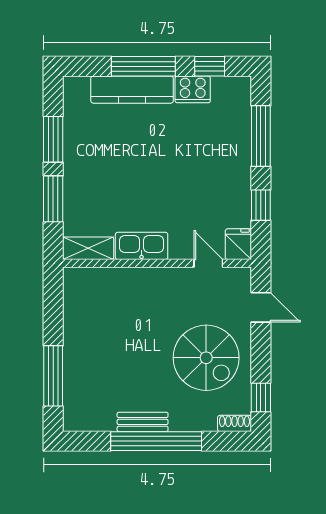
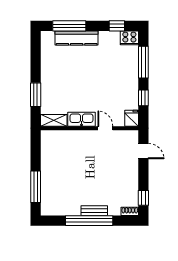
window: (143, 66) -> (69, 26), moved
cooker: (193, 89) -> (129, 38), moved
window: (53, 139) -> (36, 64), removed
door: (208, 263) -> (105, 128), moved
spiral stairs: (206, 358) -> (115, 177), removed
bench: (143, 422) -> (94, 211), moved

